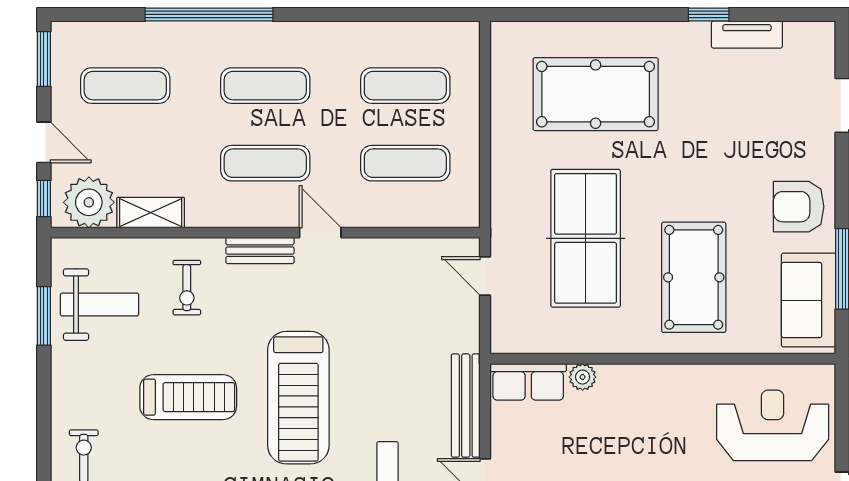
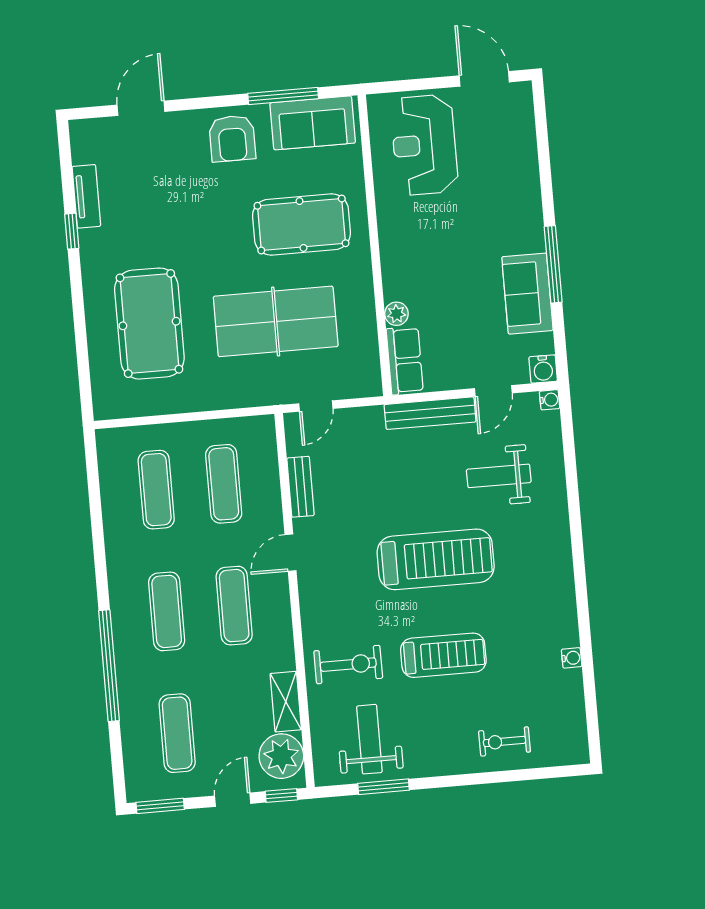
bench: (260, 251) -> (300, 487), moved
exercise bike: (187, 288) -> (348, 665), width x1.38, depth x1.39
treadmill: (188, 397) -> (443, 655), turned 90

